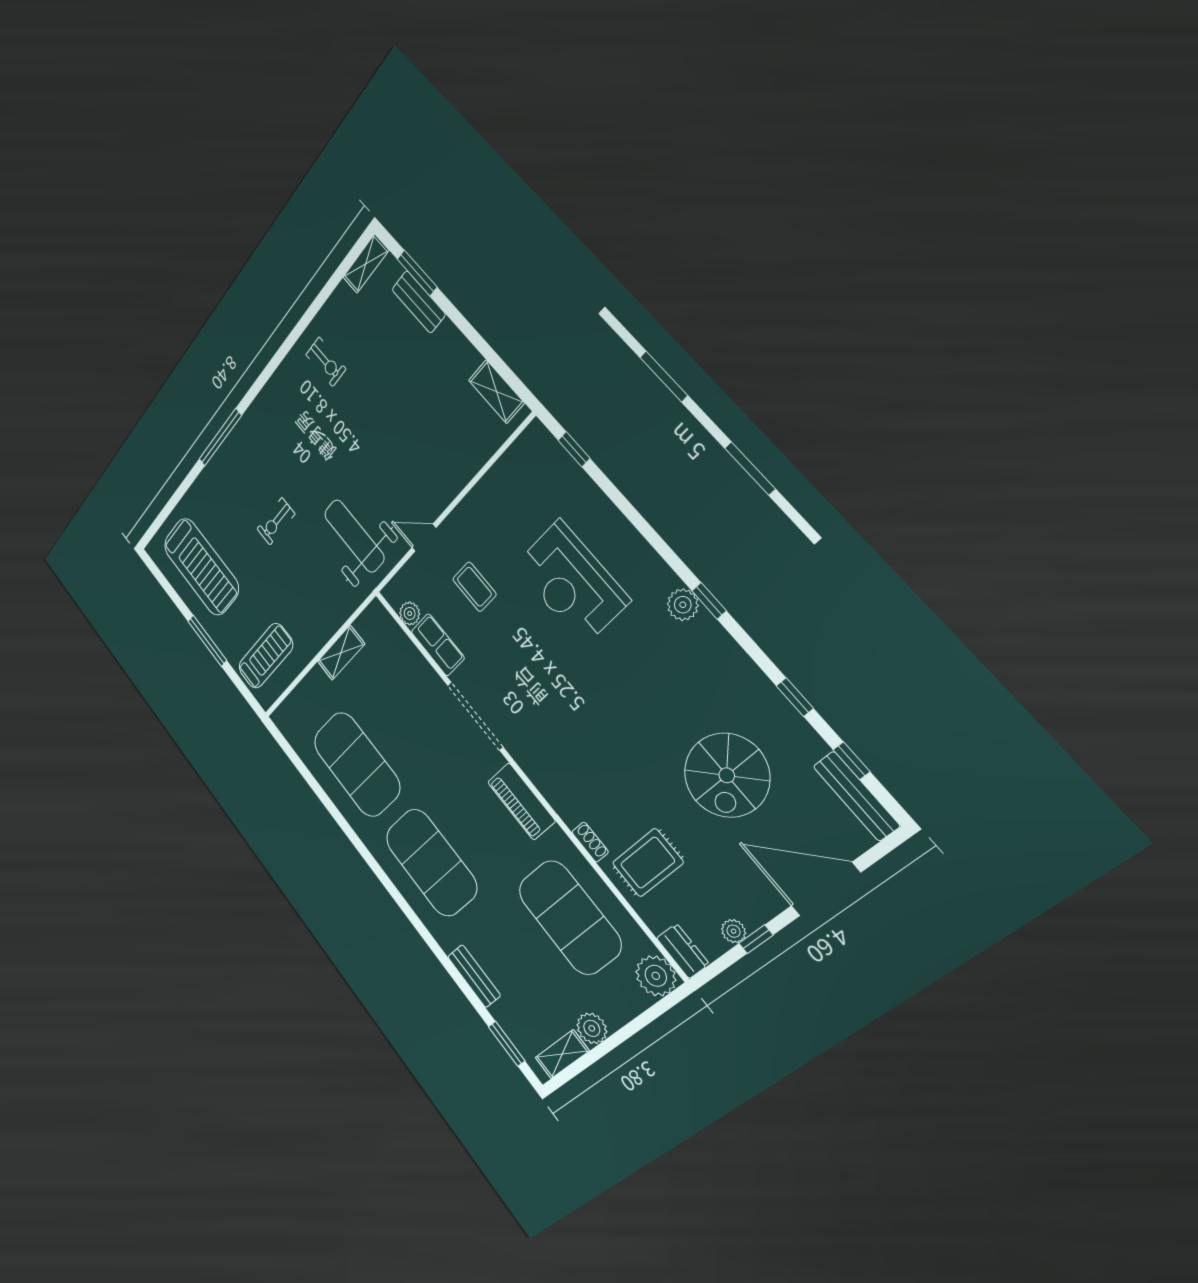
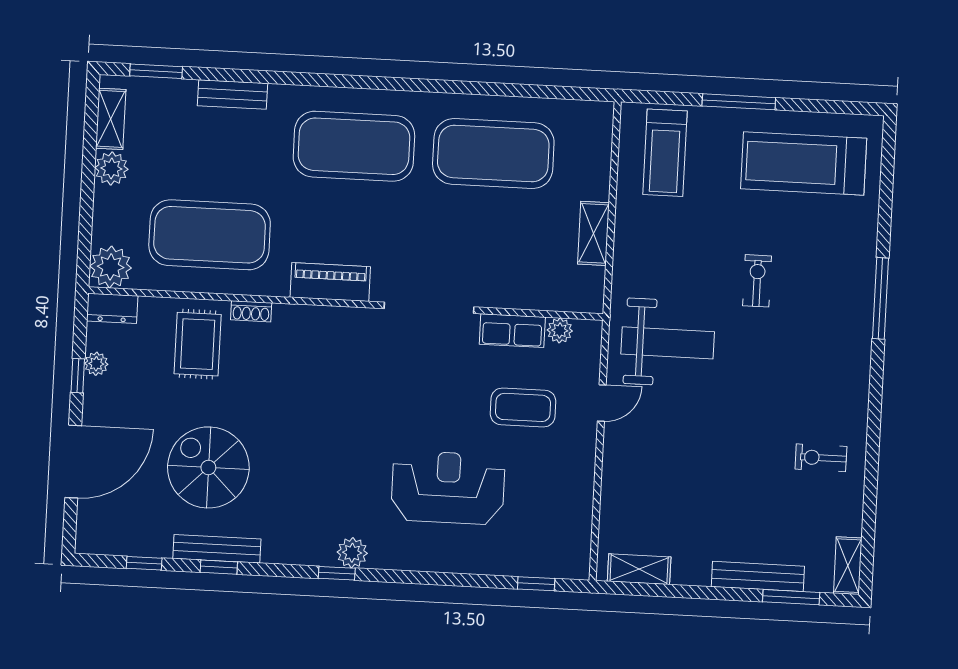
bench: (419, 302) -> (758, 576), width x1.36
coffee table: (474, 587) -> (523, 407), width x1.36, depth x1.30
bench: (856, 796) -> (217, 549), moved

